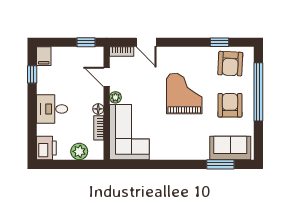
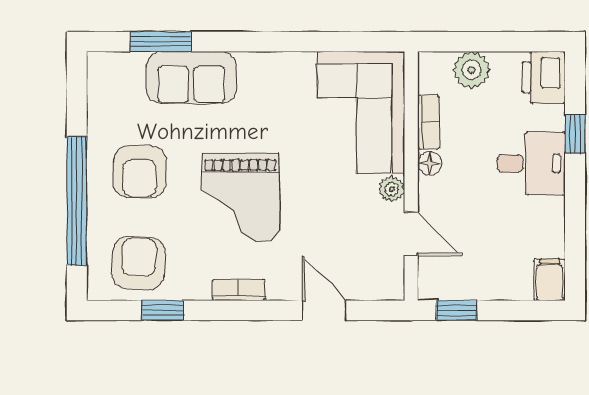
bookcase: (122, 51) -> (239, 290), moved
window: (32, 74) -> (575, 134), moved
sofa: (230, 148) -> (191, 78), moved

